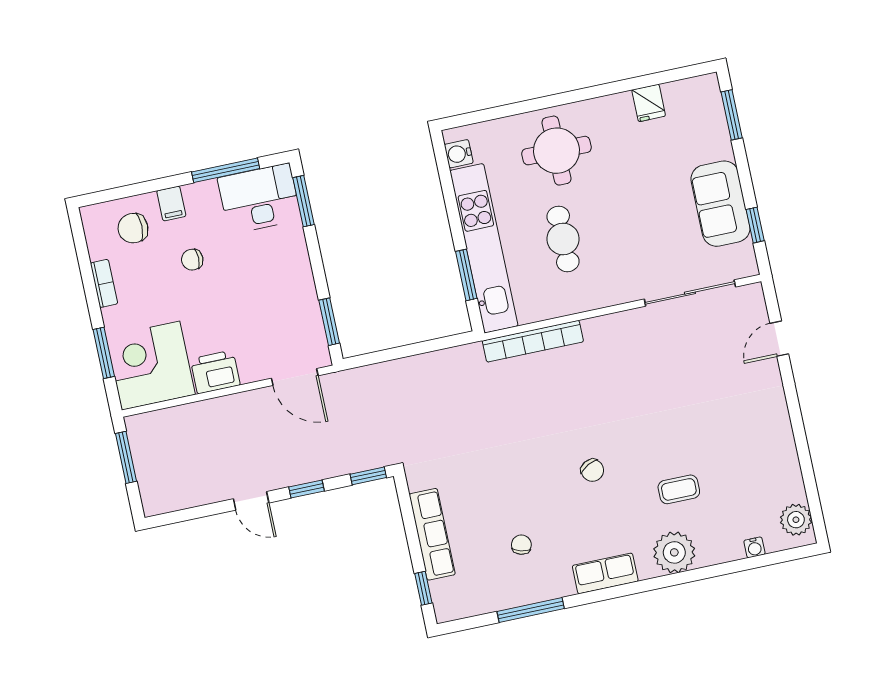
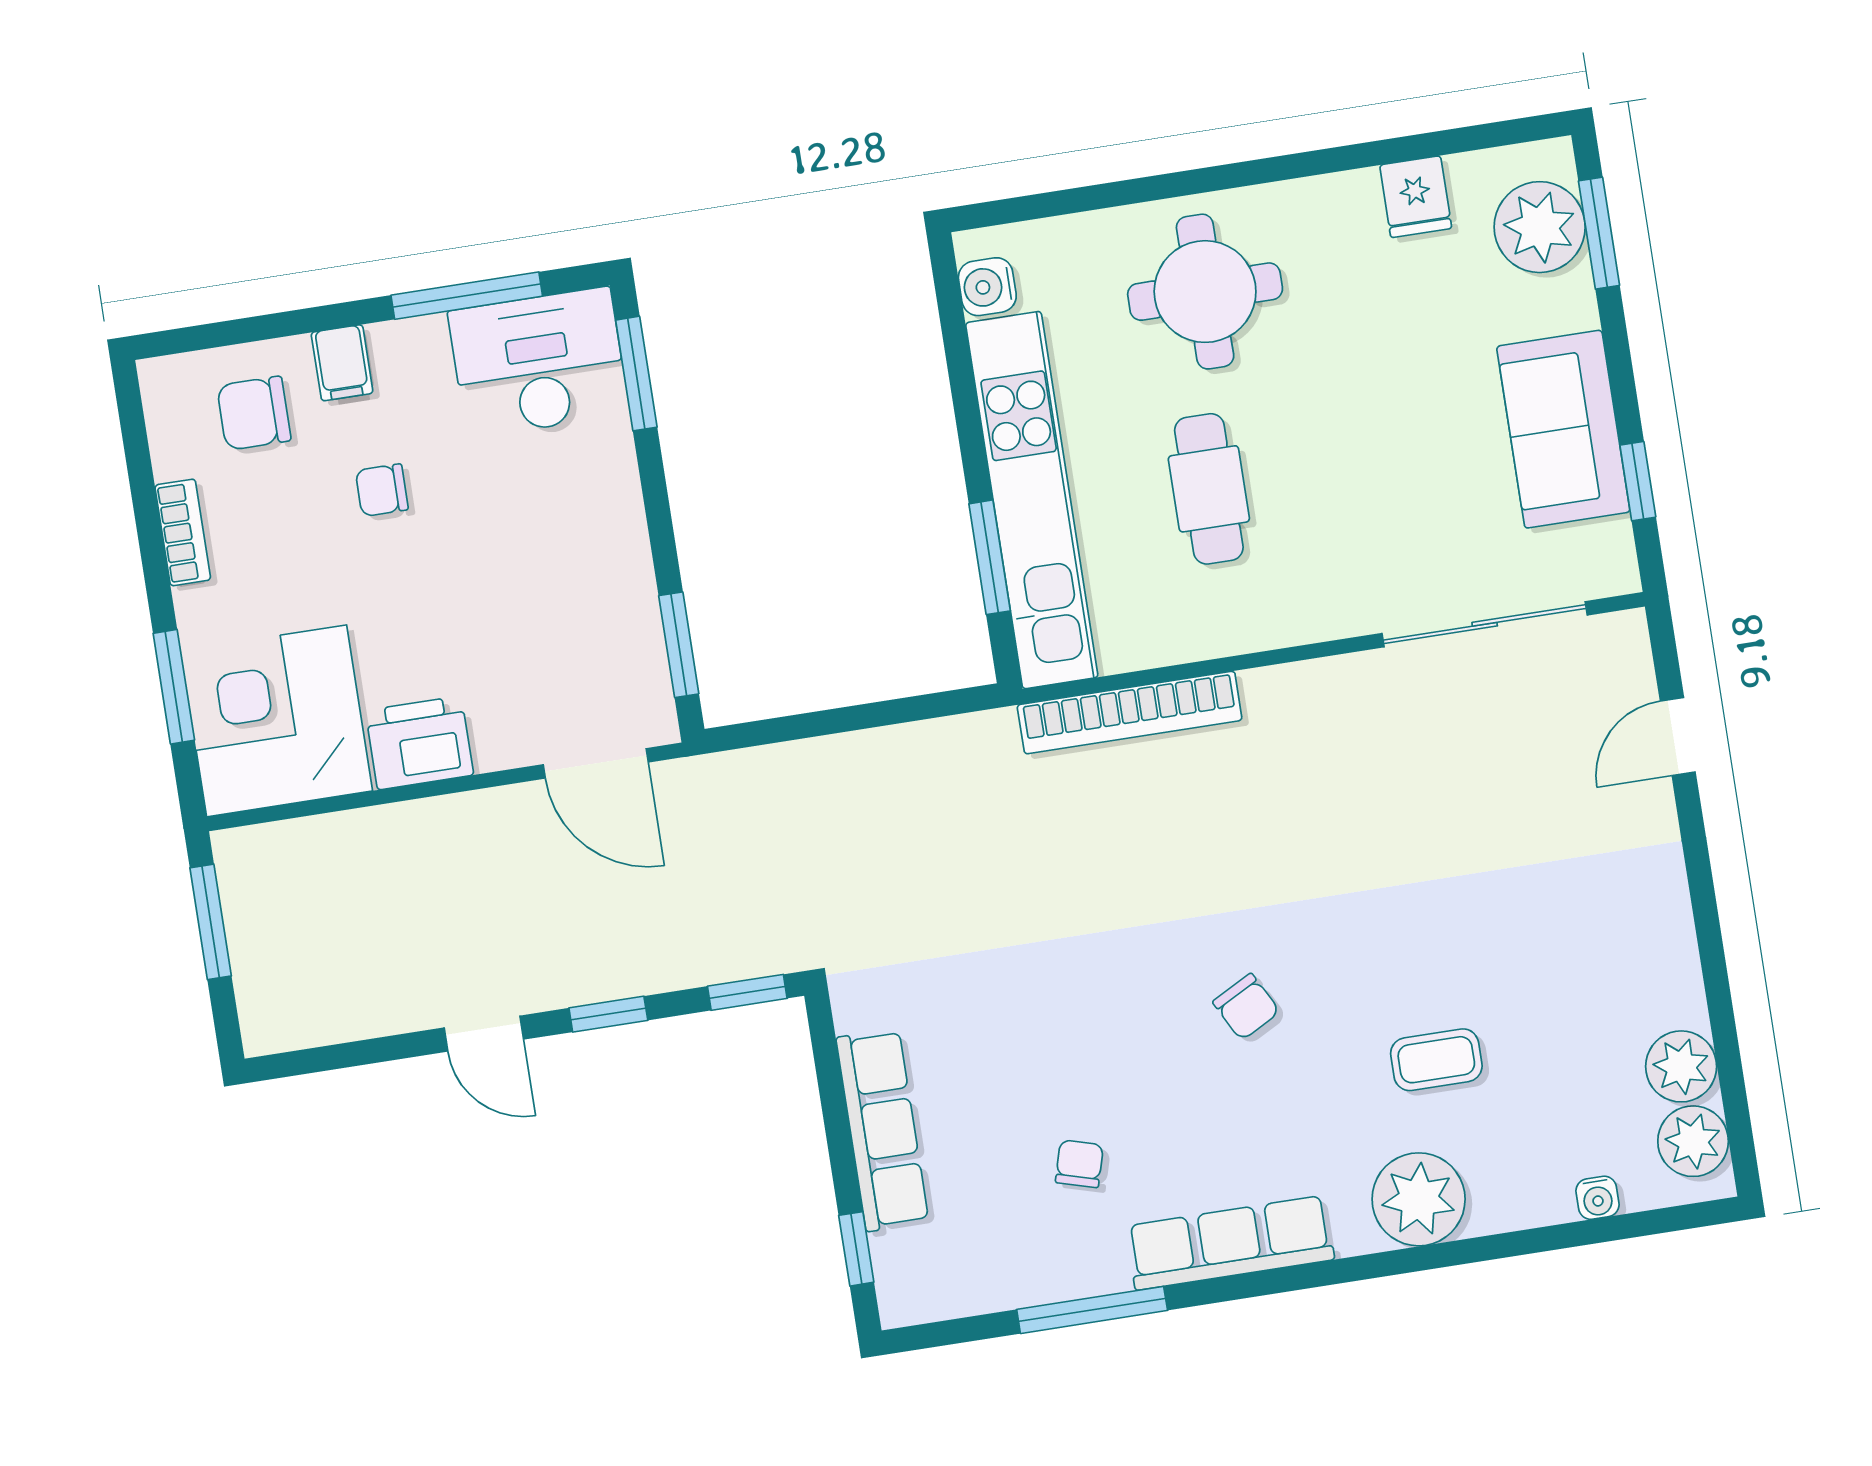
plant: (705, 114) -> (1540, 227), added
plant: (789, 486) -> (1681, 1066), added
row of seats: (605, 573) -> (1230, 1243), width x1.48

